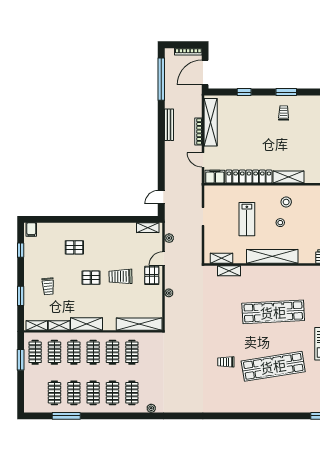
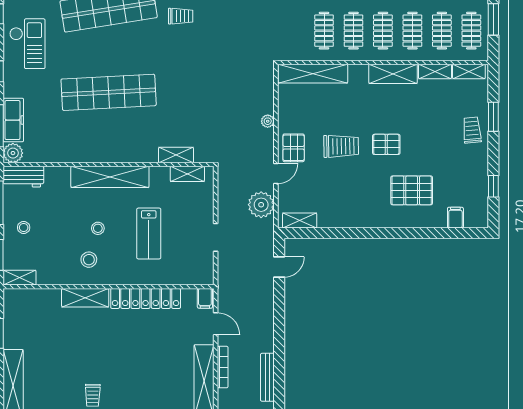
filing cabinet: (215, 177) -> (205, 298), width x0.50
lab bench: (247, 219) -> (149, 233), turned 180
filing cabinet: (31, 230) -> (455, 218), moved
plant: (169, 238) -> (261, 205), width x1.87, depth x1.87
pallet: (74, 247) -> (412, 190), width x1.50, depth x1.42
trolley: (48, 286) -> (472, 130), moved

